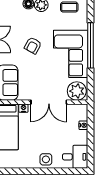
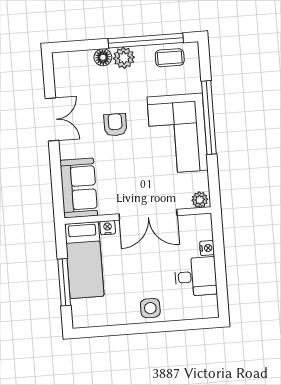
armchair: (33, 46) -> (115, 125), turned 151
plant: (77, 91) -> (200, 200), width x0.53, depth x0.53
desk: (75, 157) -> (196, 277), moved

